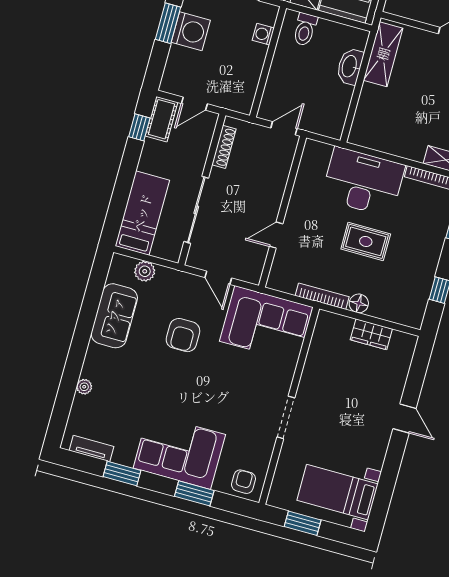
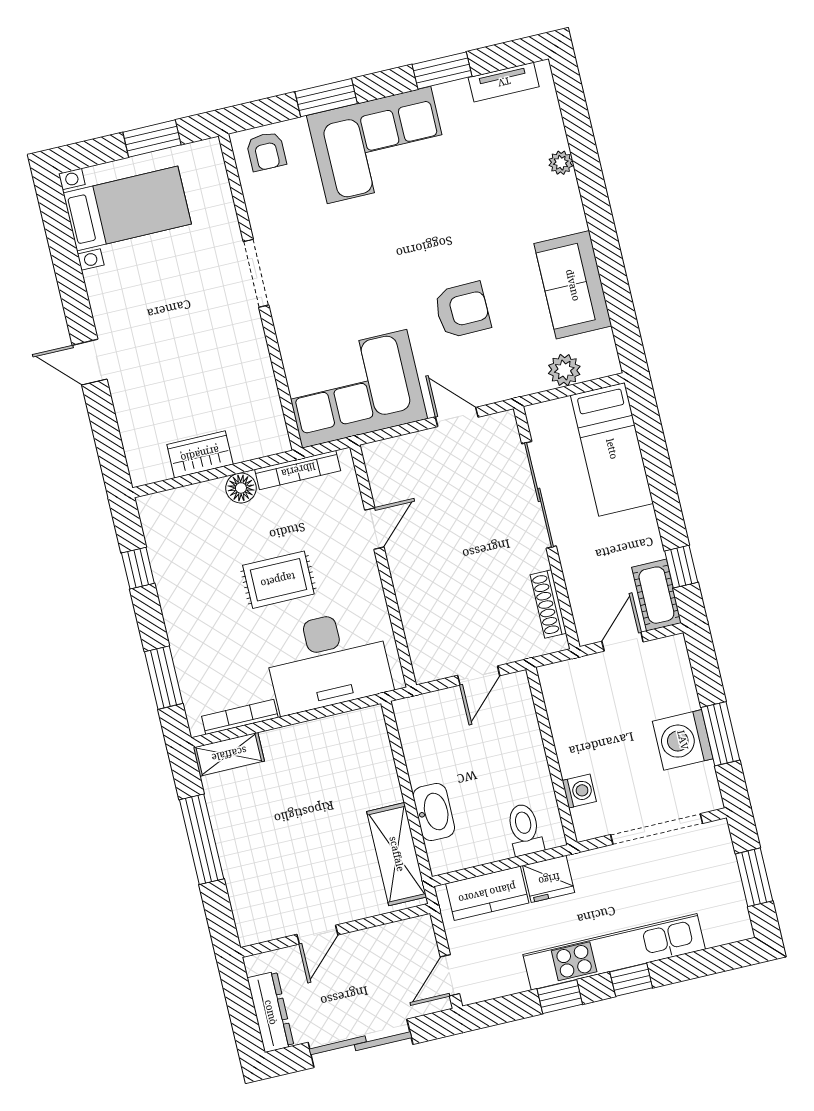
wall: (283, 212) -> (383, 566), moved
door: (276, 235) -> (374, 528), moved
armchair: (183, 335) -> (462, 310), turned 89

